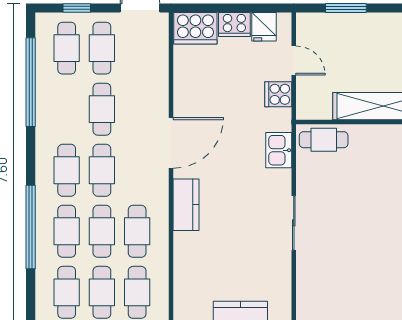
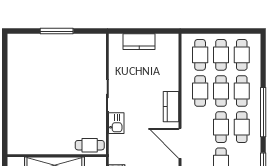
door: (171, 143) -> (180, 143), hinge flipped
kitchen sink: (279, 150) -> (116, 123), moved
window: (31, 227) -> (263, 112), moved

